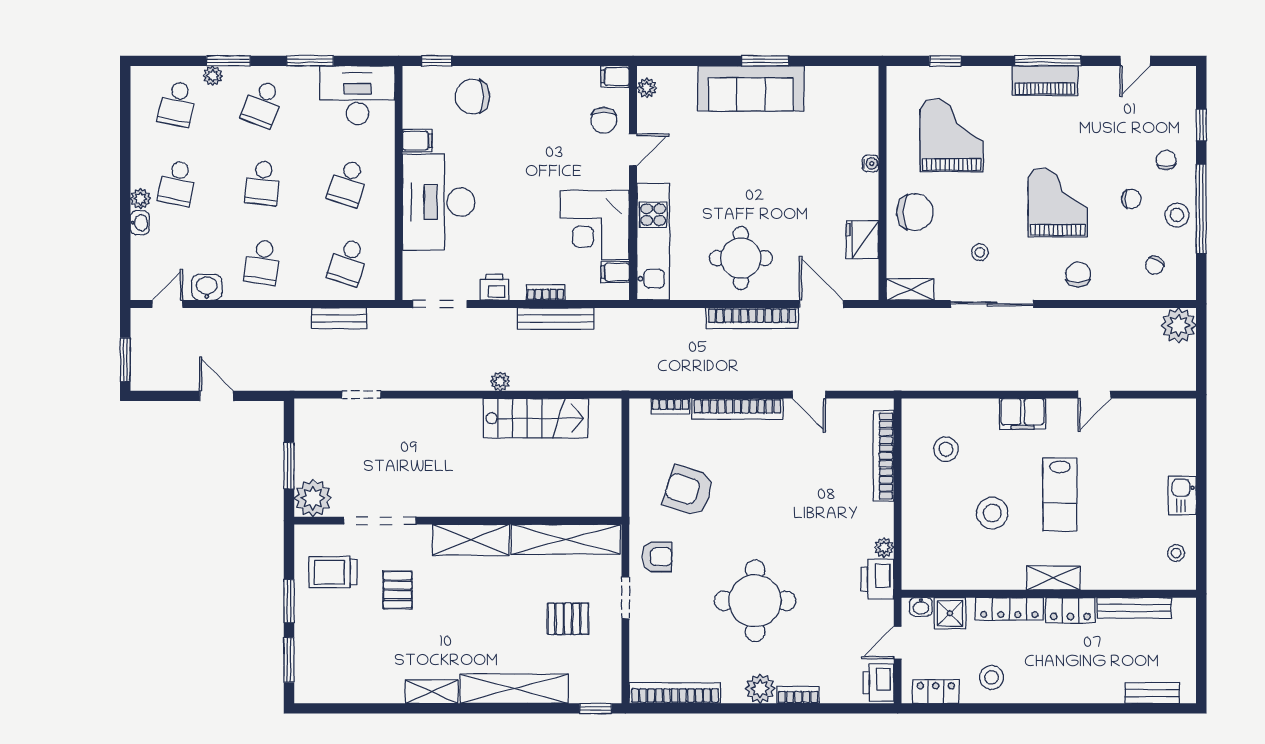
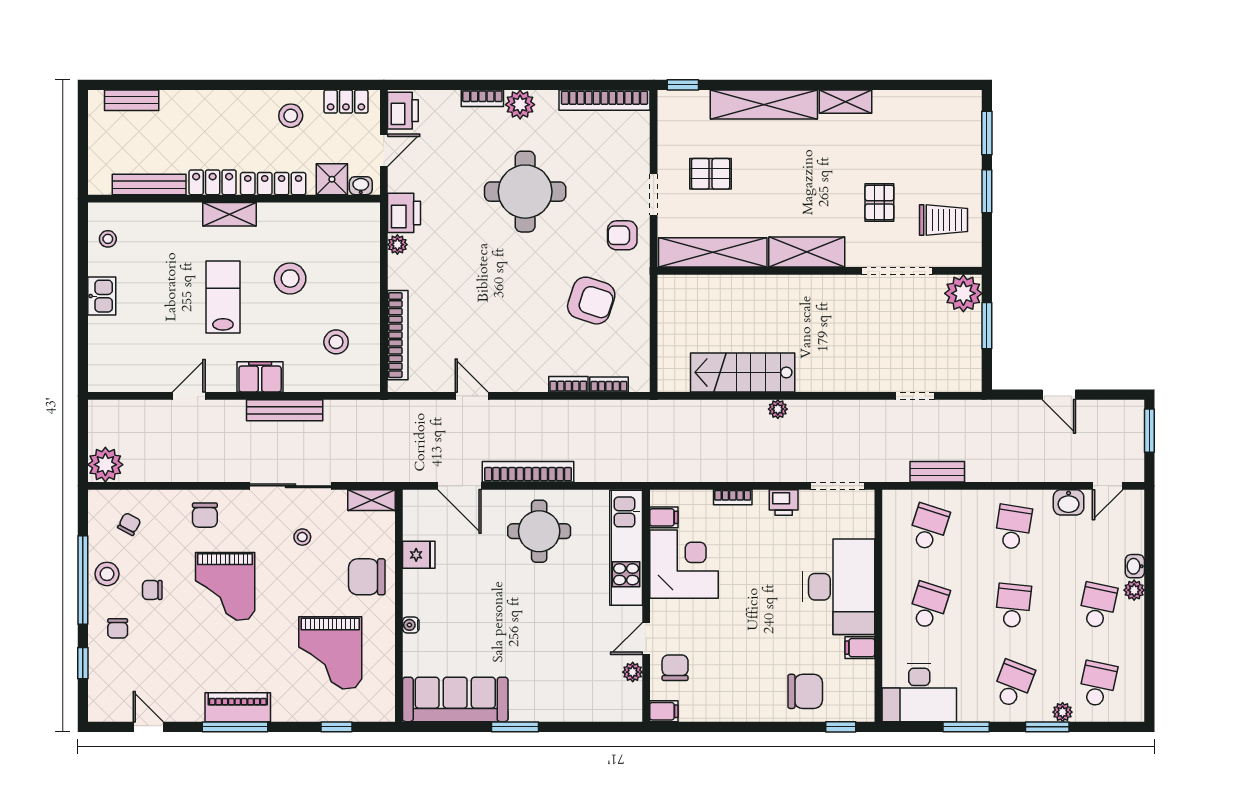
door: (1135, 61) -> (148, 727), hinge flipped
plant: (647, 88) -> (633, 672), moved
sofa: (751, 88) -> (455, 699), moved
fridge: (862, 240) -> (419, 555), width x0.72
bench: (556, 318) -> (285, 410), moved
bookcase: (737, 409) -> (568, 384), width x0.43, depth x0.76

